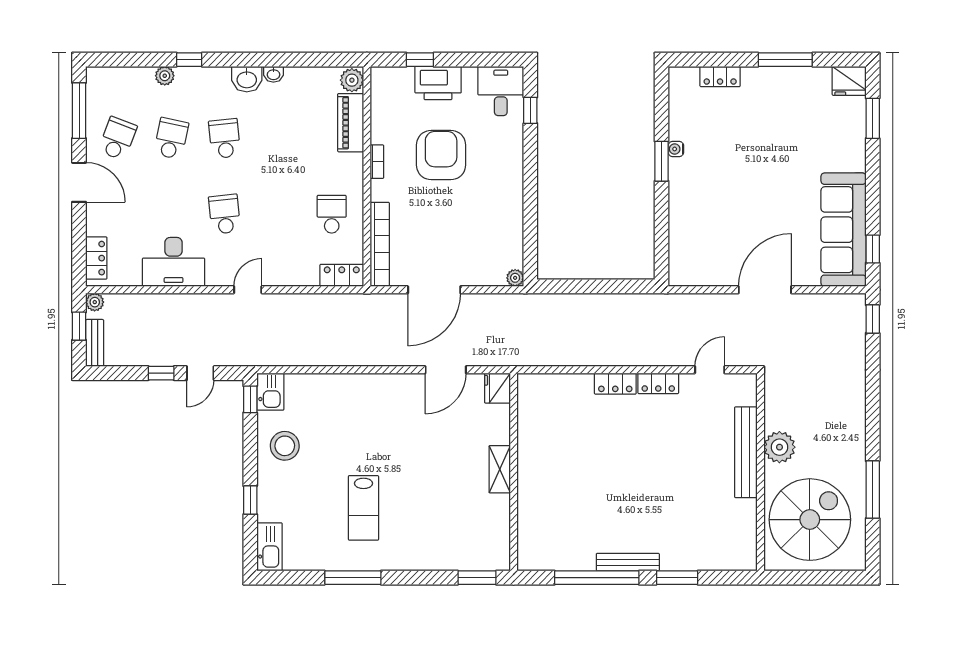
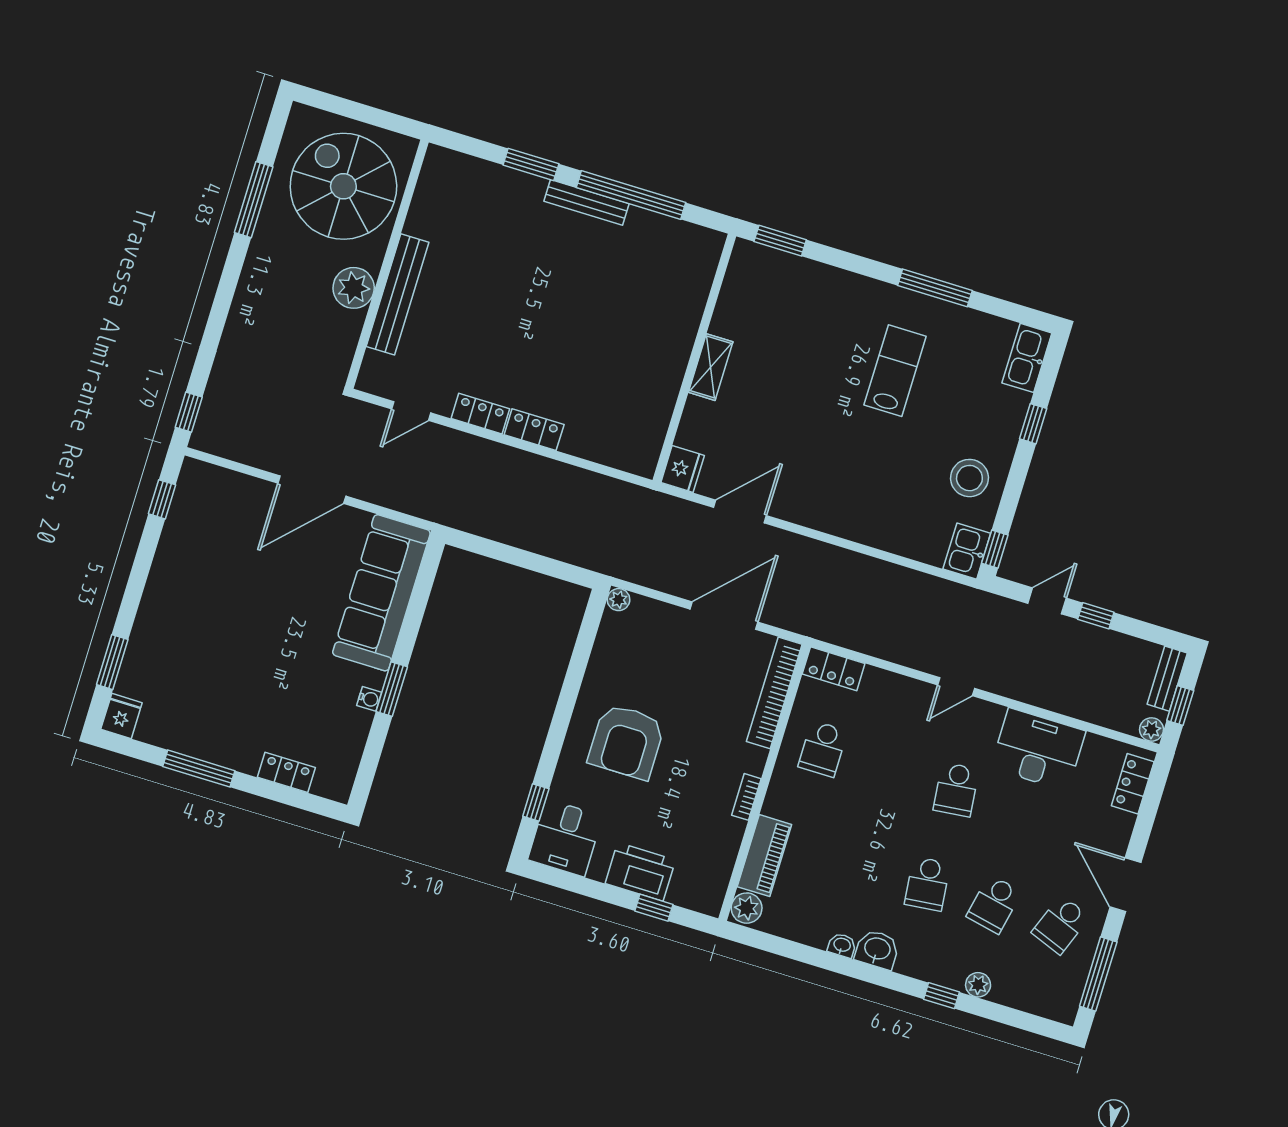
fridge: (849, 81) -> (121, 716), width x0.72
armchair: (441, 155) -> (627, 742), moved
sofa: (844, 230) -> (381, 593), moved, turned 180
spiral stairs: (810, 520) -> (343, 186), turned 90

